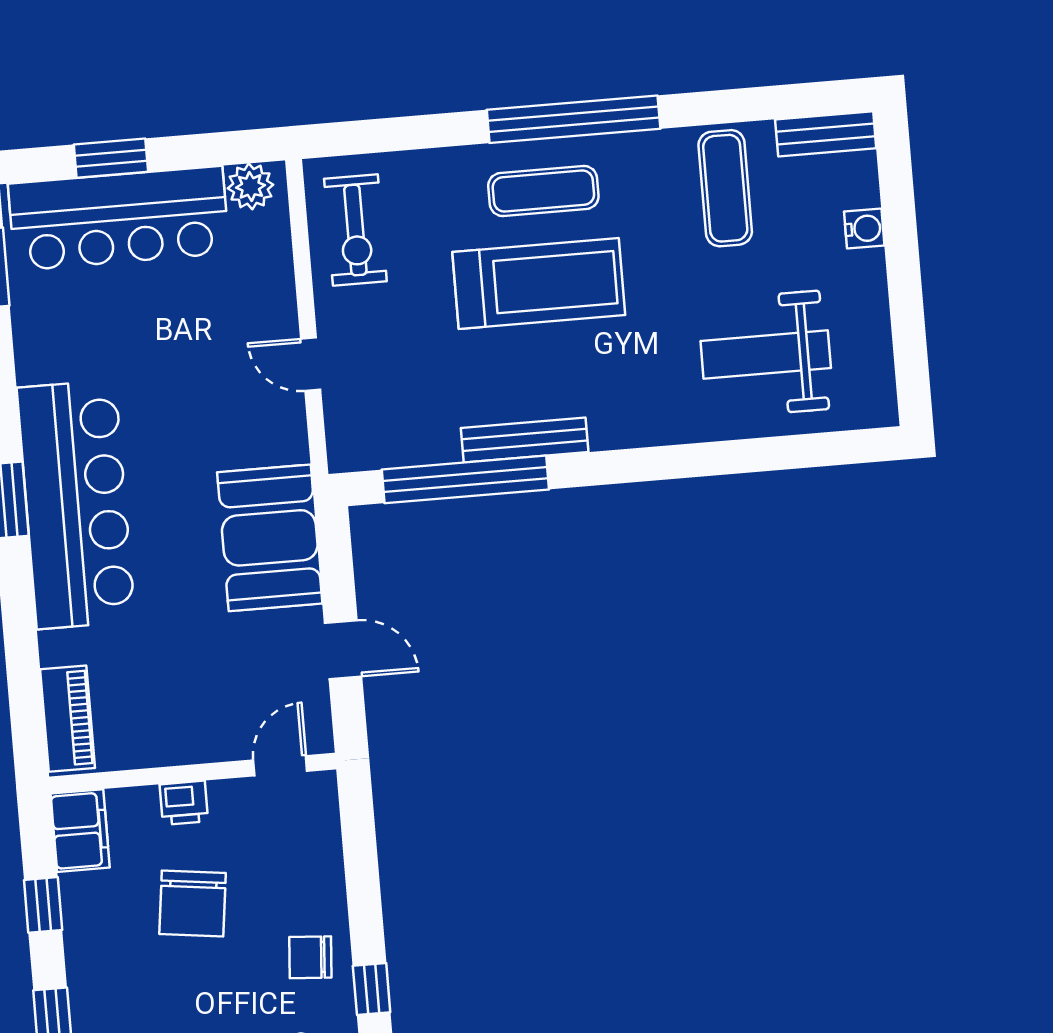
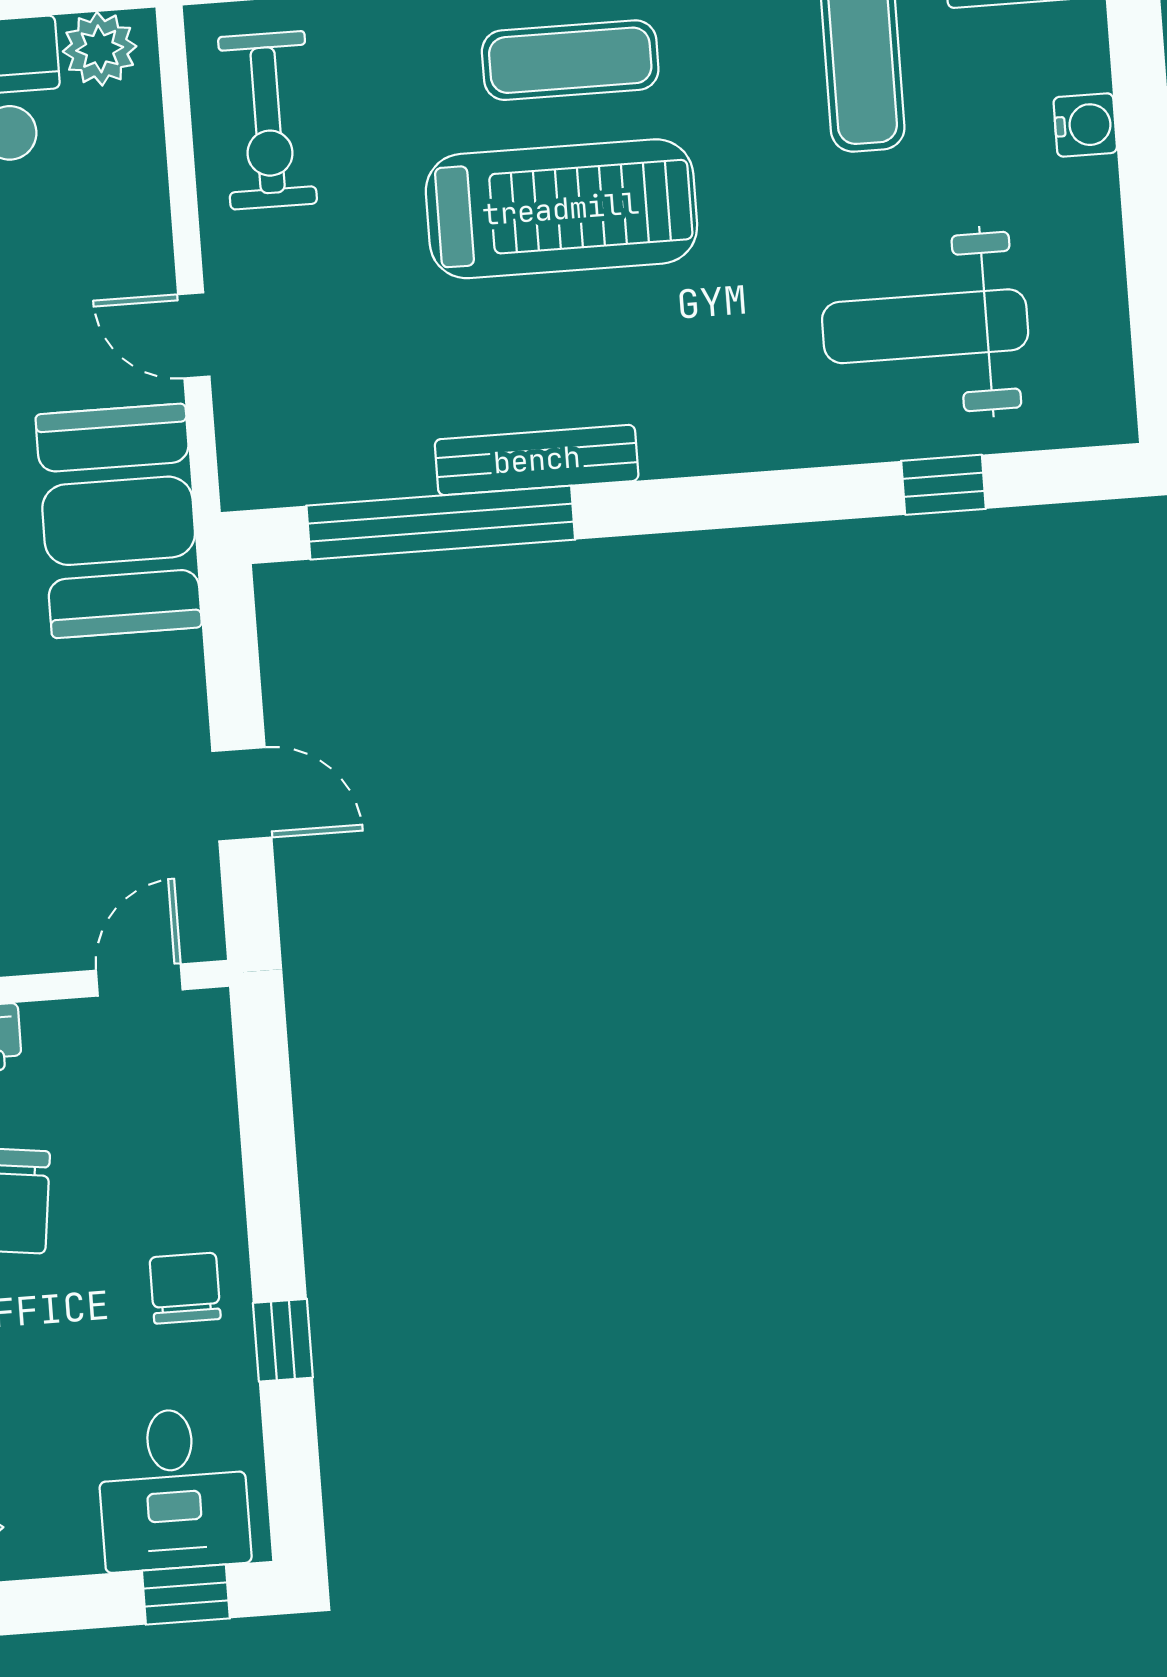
window: (778, 453) -> (944, 485), added
booth: (270, 538) -> (119, 521), moved
chair: (310, 957) -> (185, 1288), turned 86

